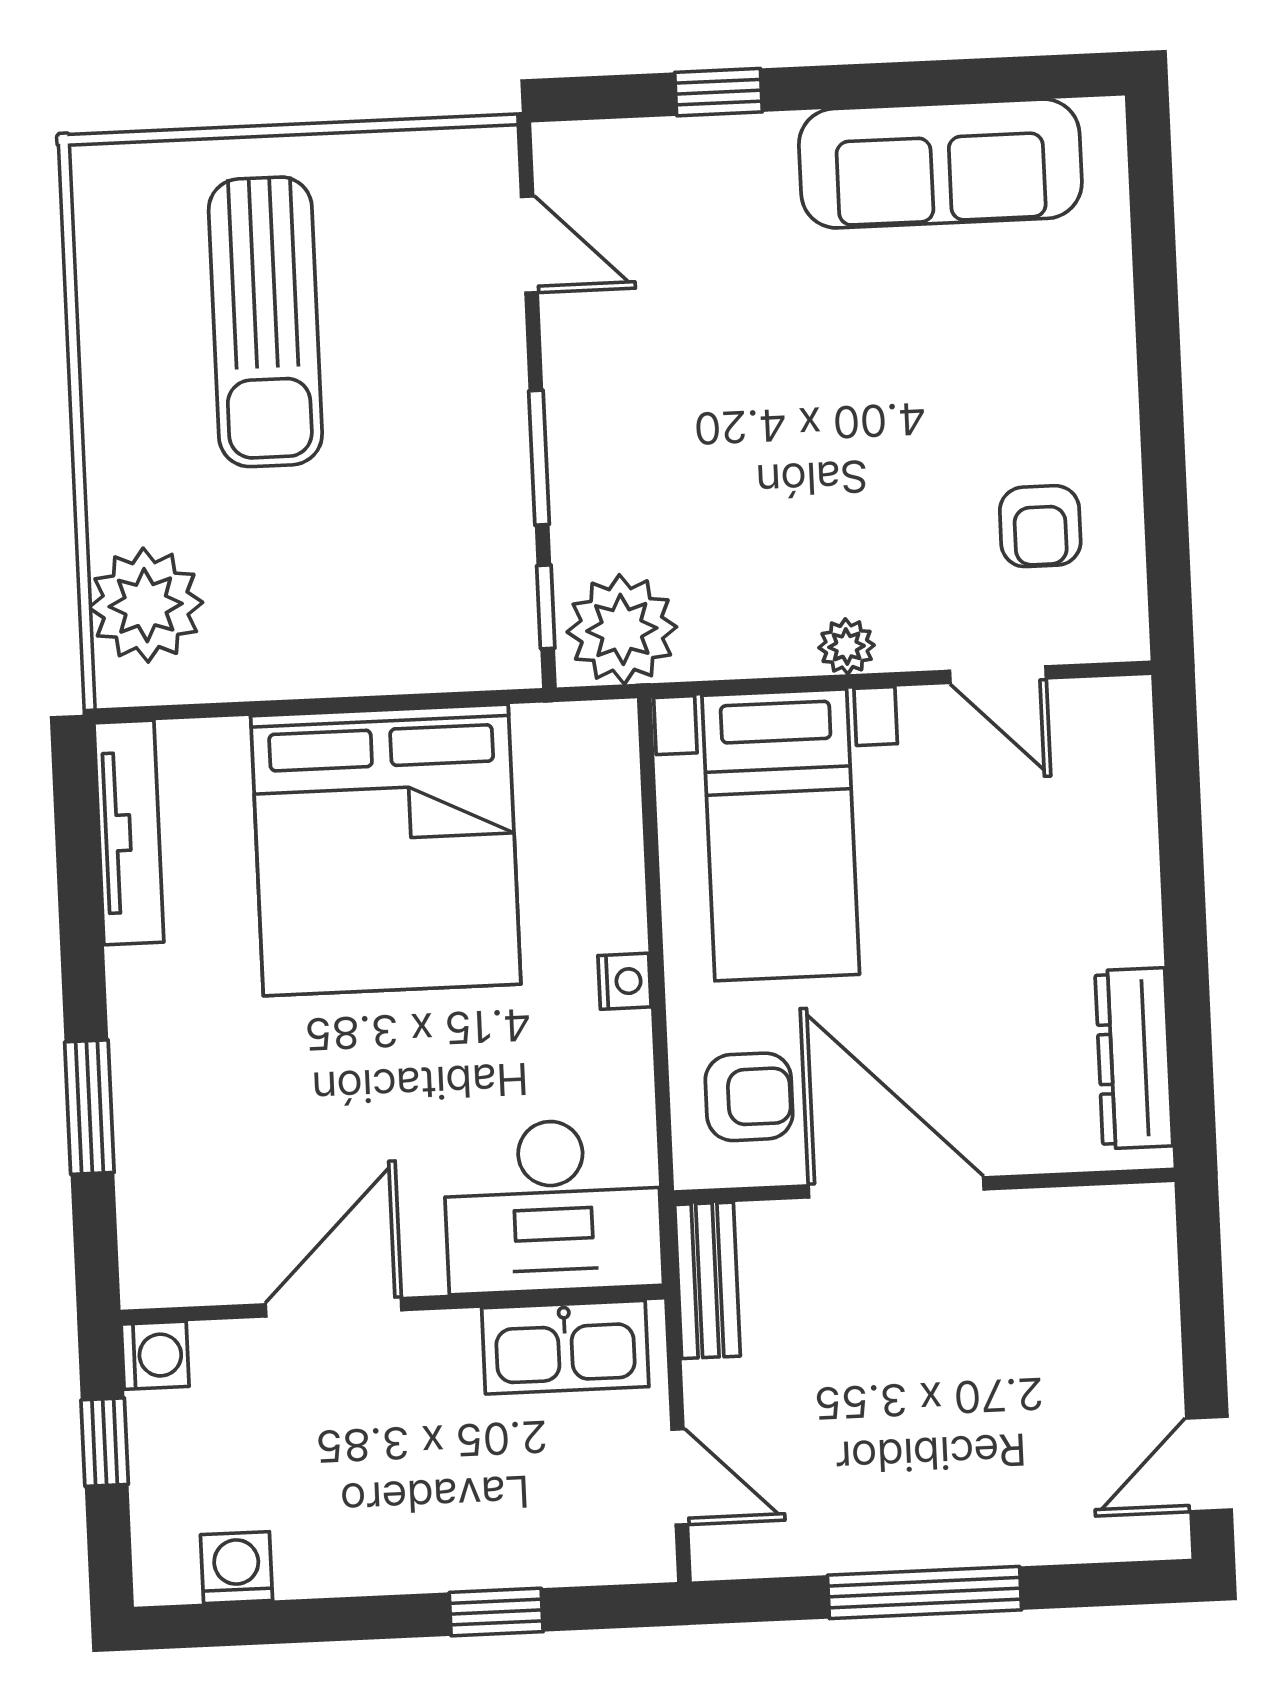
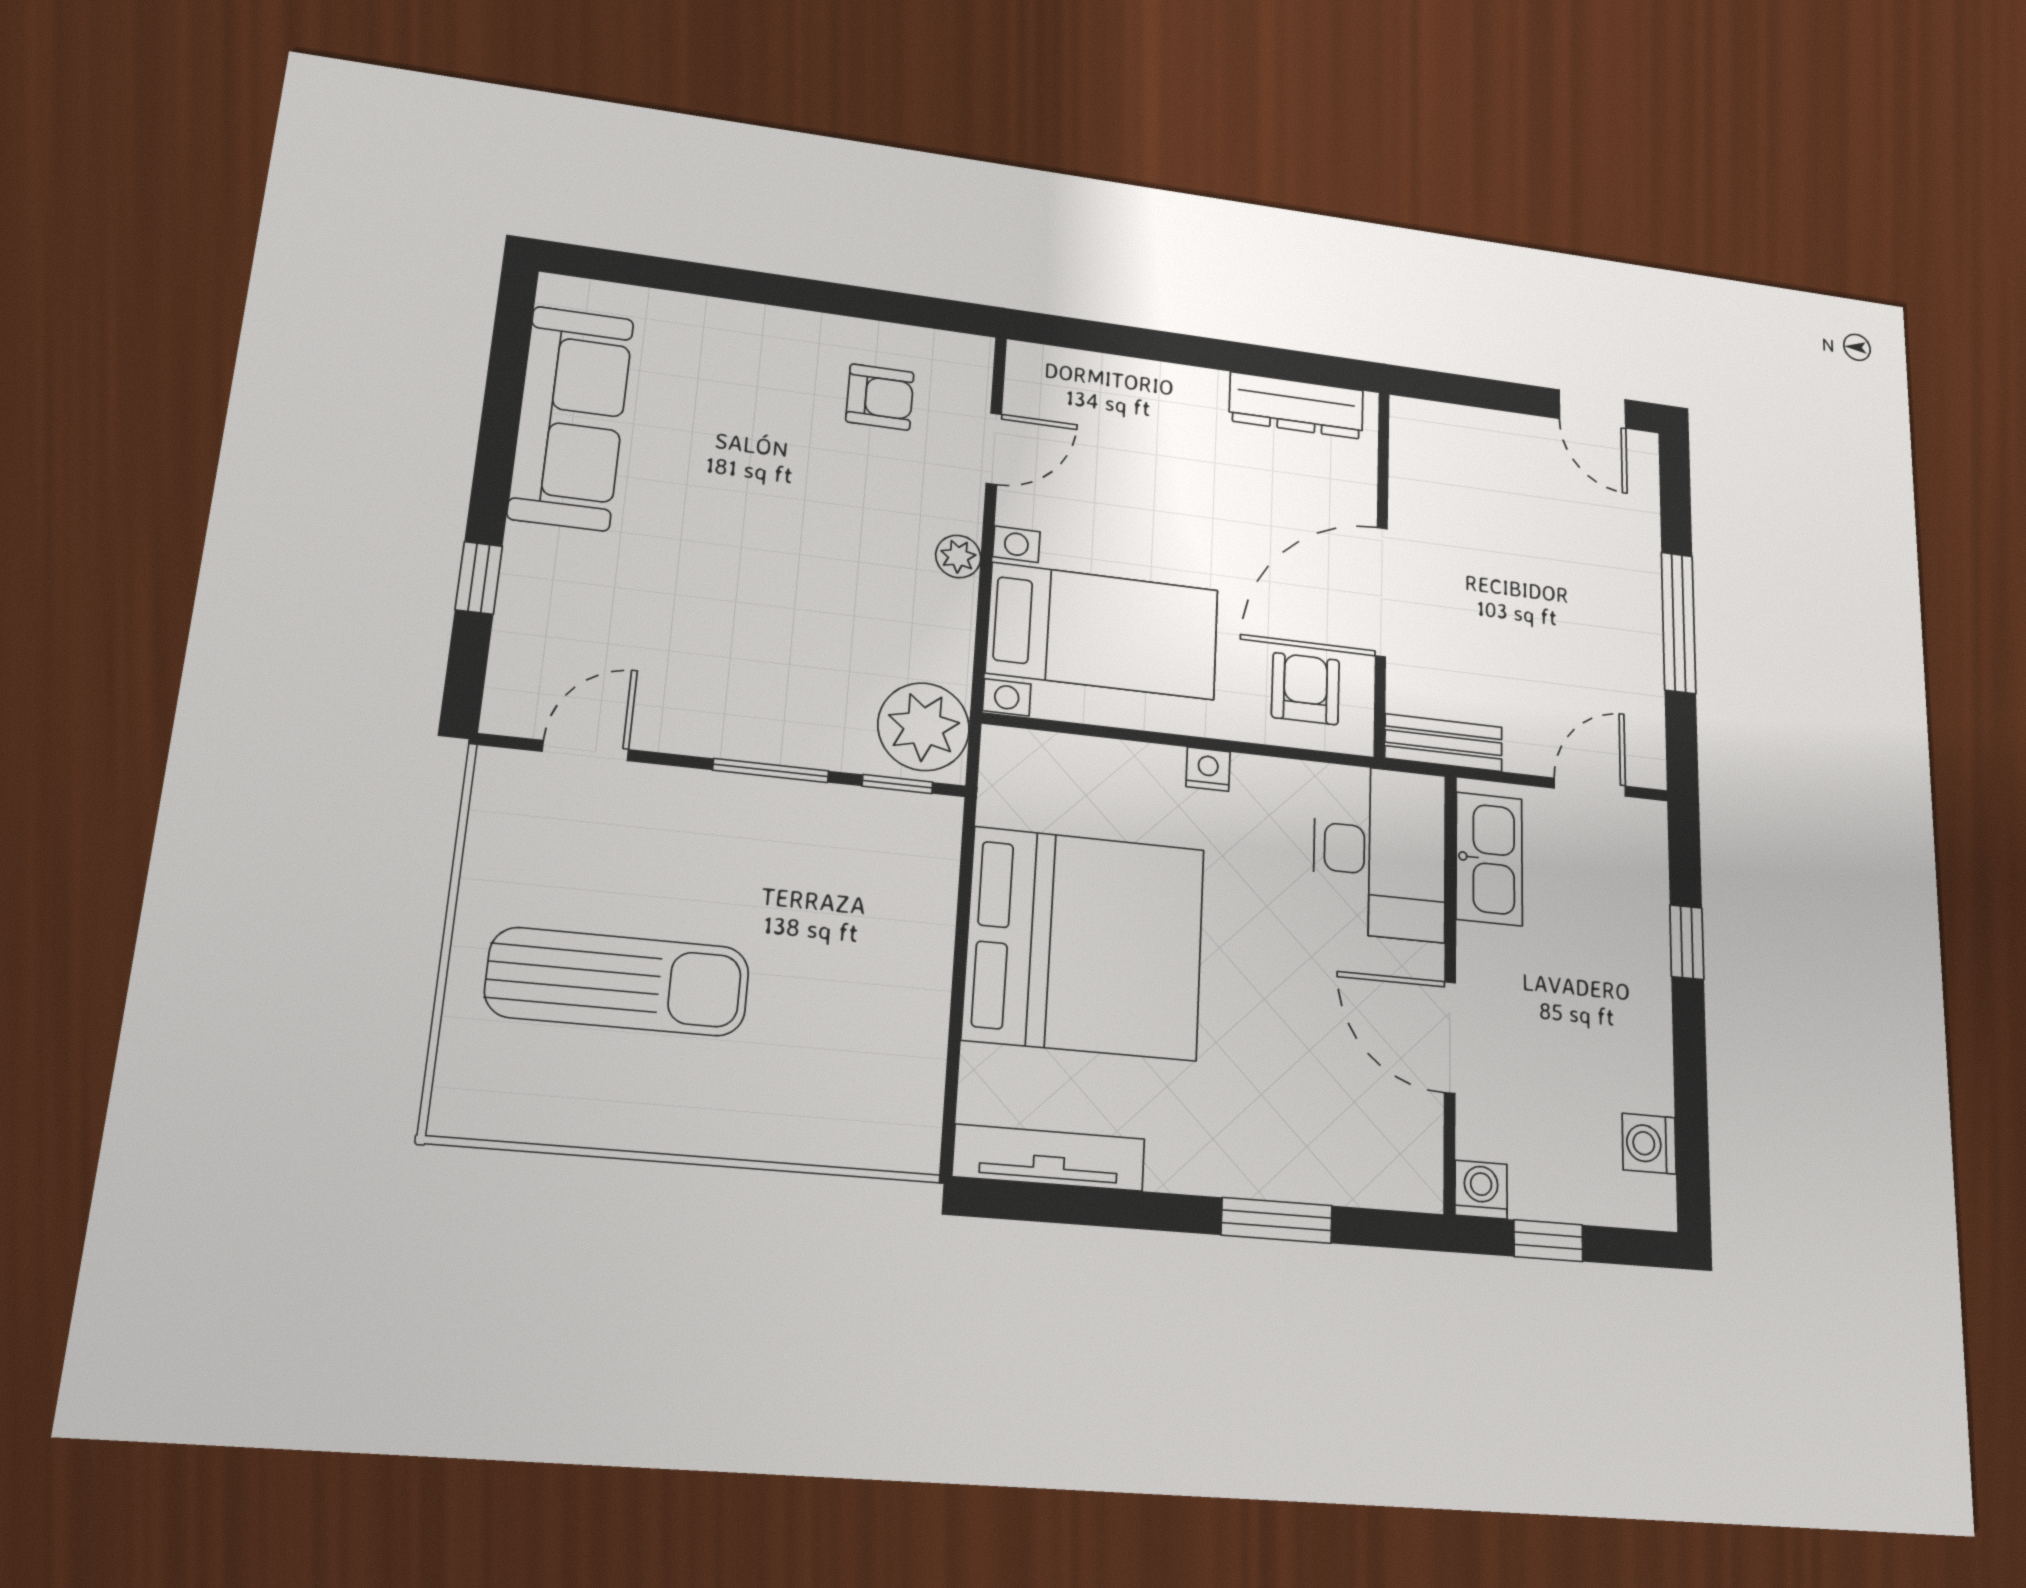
plant: (146, 605) -> (854, 1118), removed

